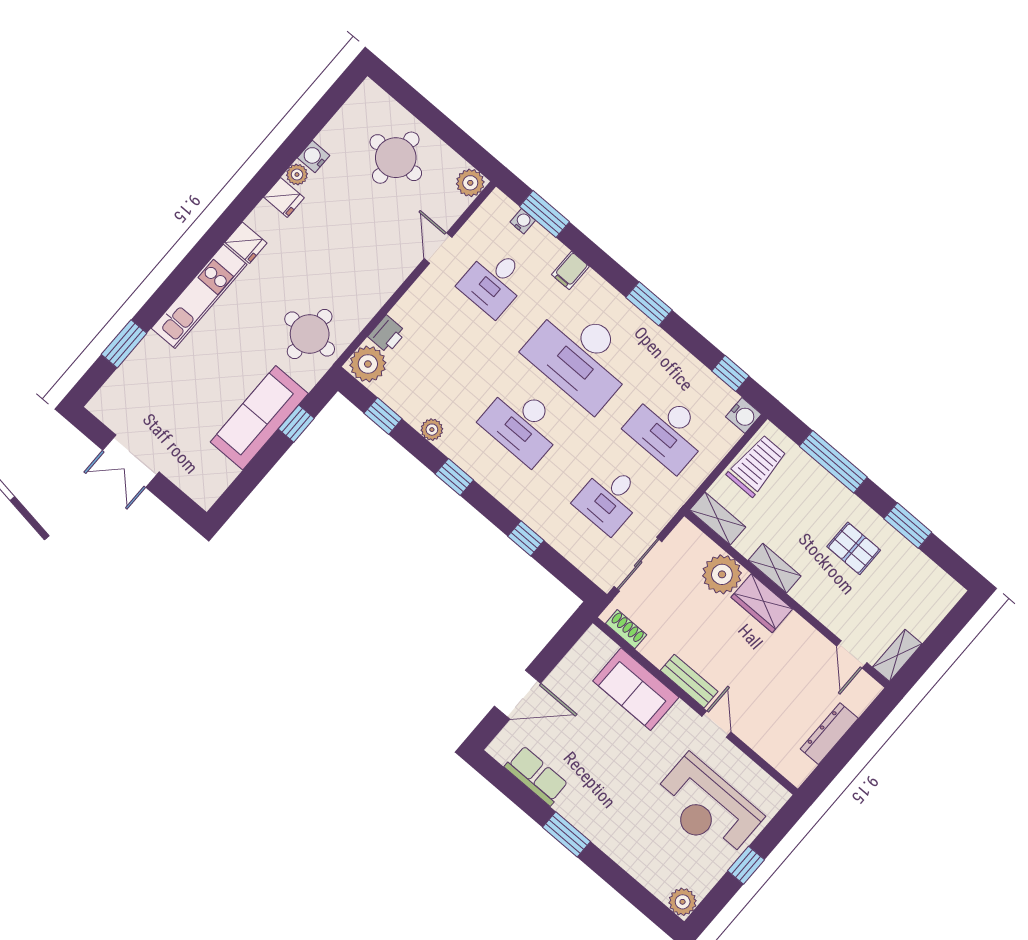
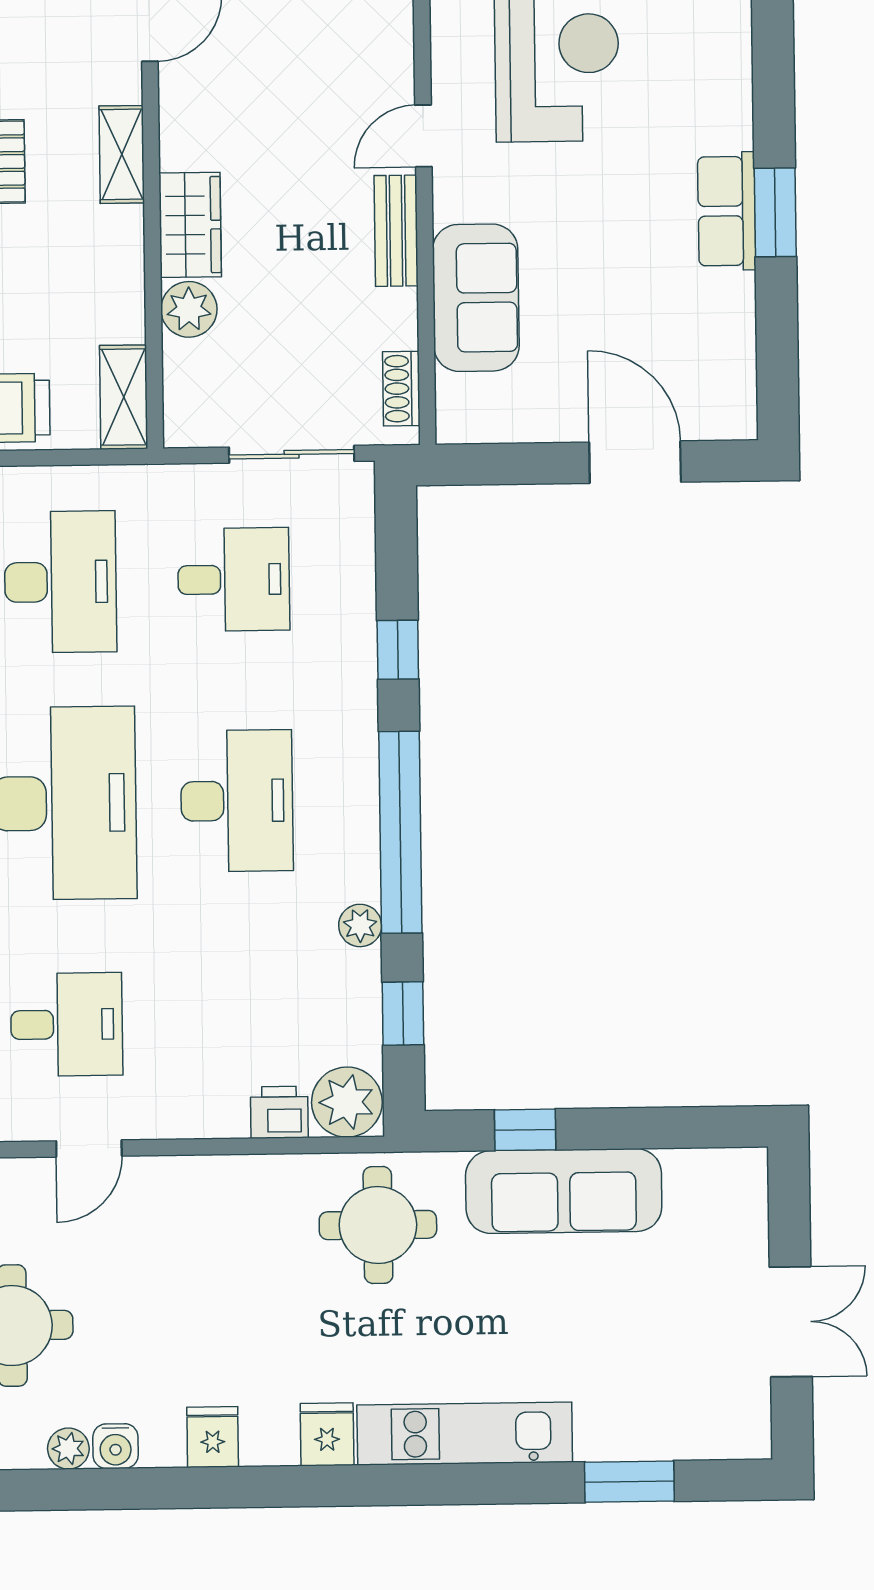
plant: (297, 175) -> (68, 1449), moved
window: (454, 477) -> (400, 832), width x3.17
shelving: (775, 568) -> (122, 154), moved
plant: (722, 574) -> (189, 309), width x0.73, depth x0.73
row of seats: (536, 776) -> (727, 211), moved

